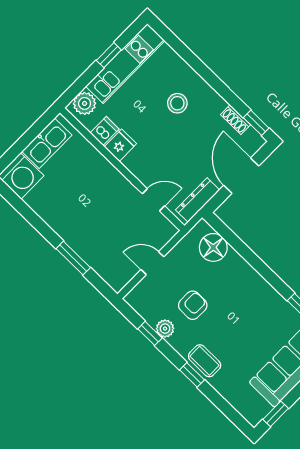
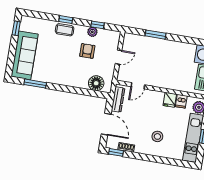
armchair: (193, 305) -> (87, 51), turned 180

